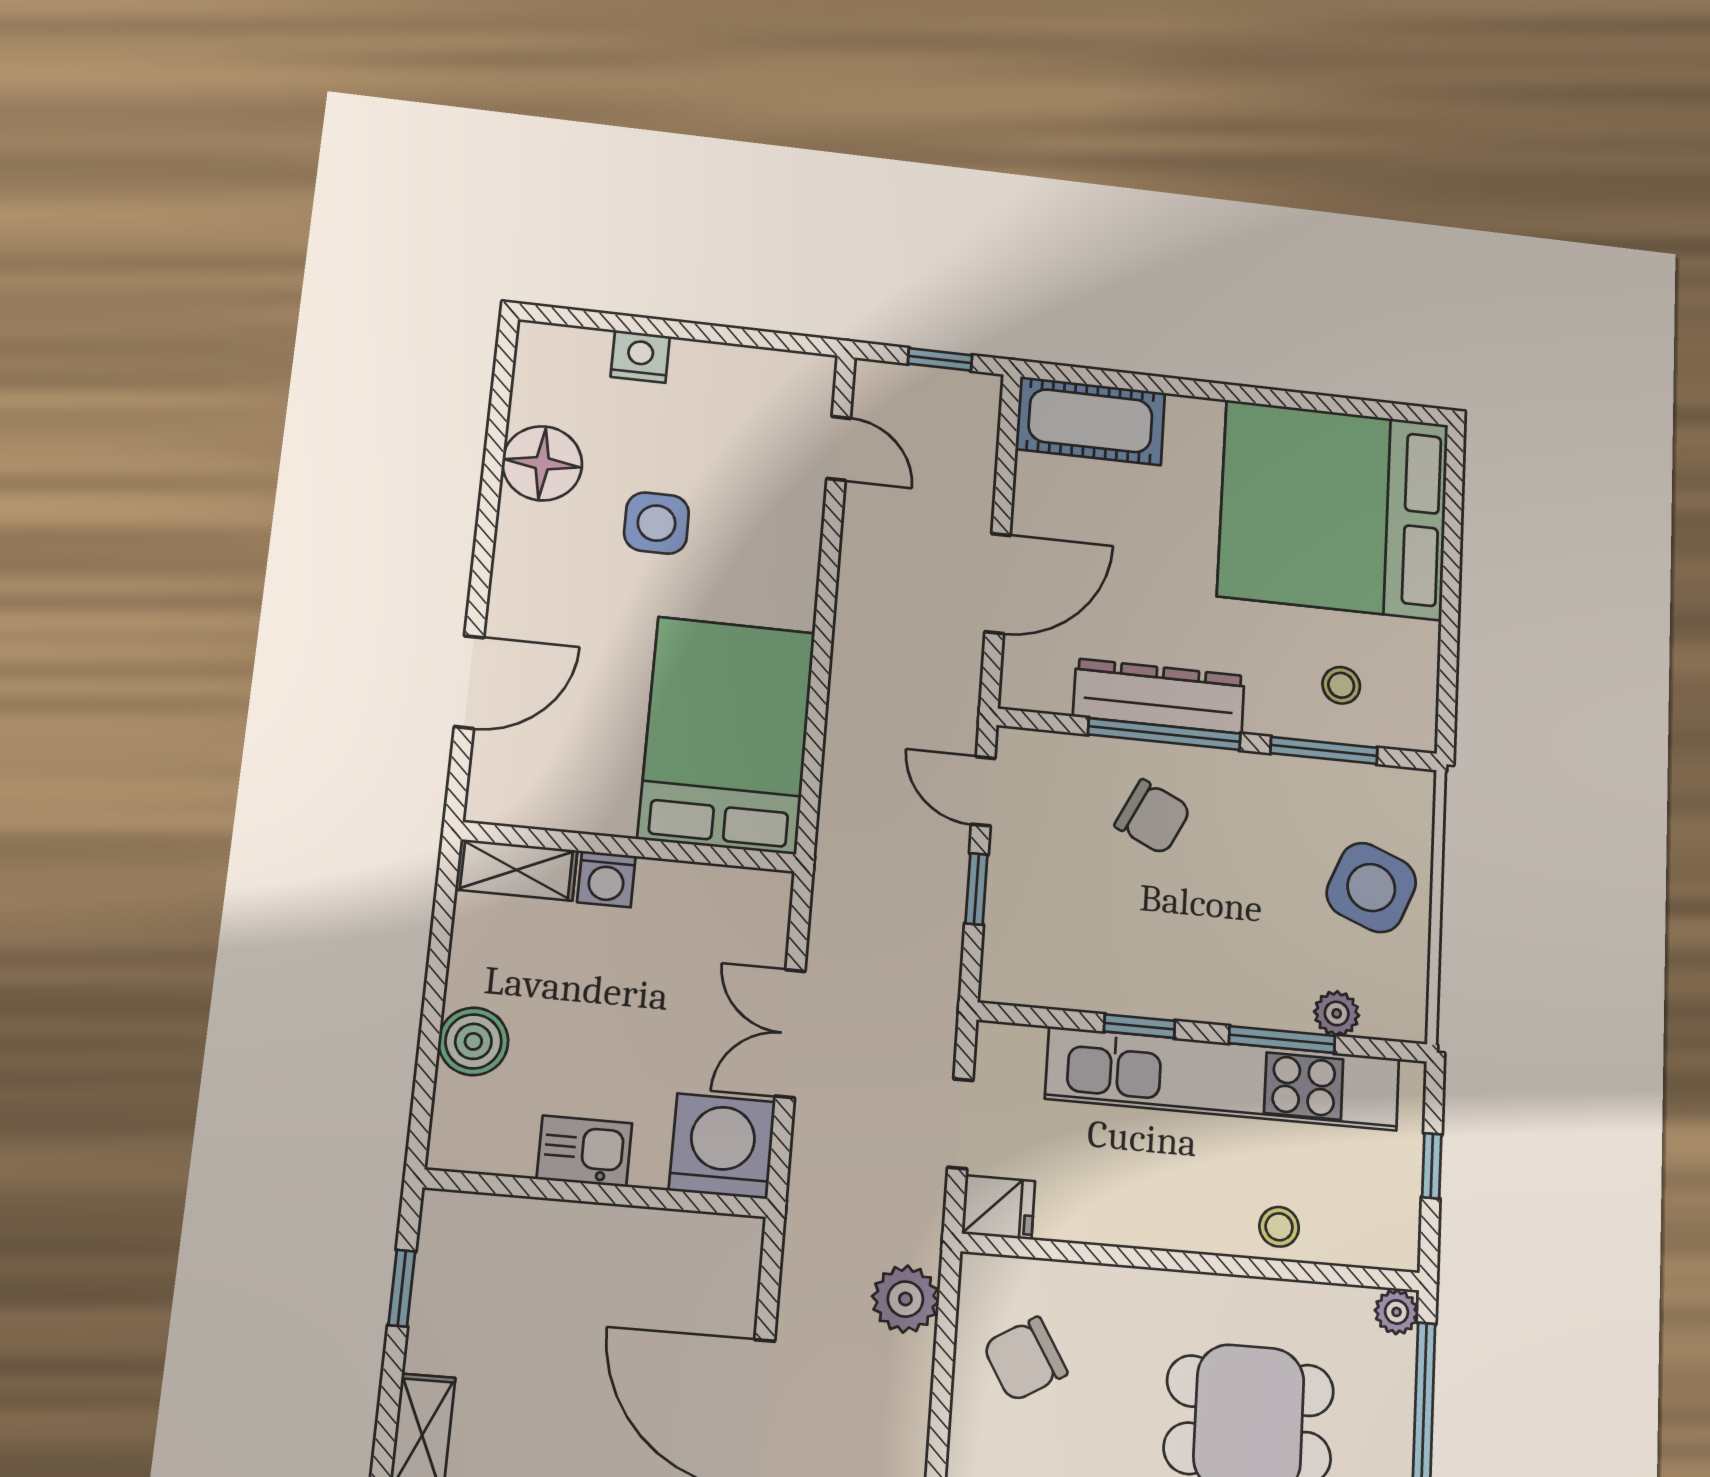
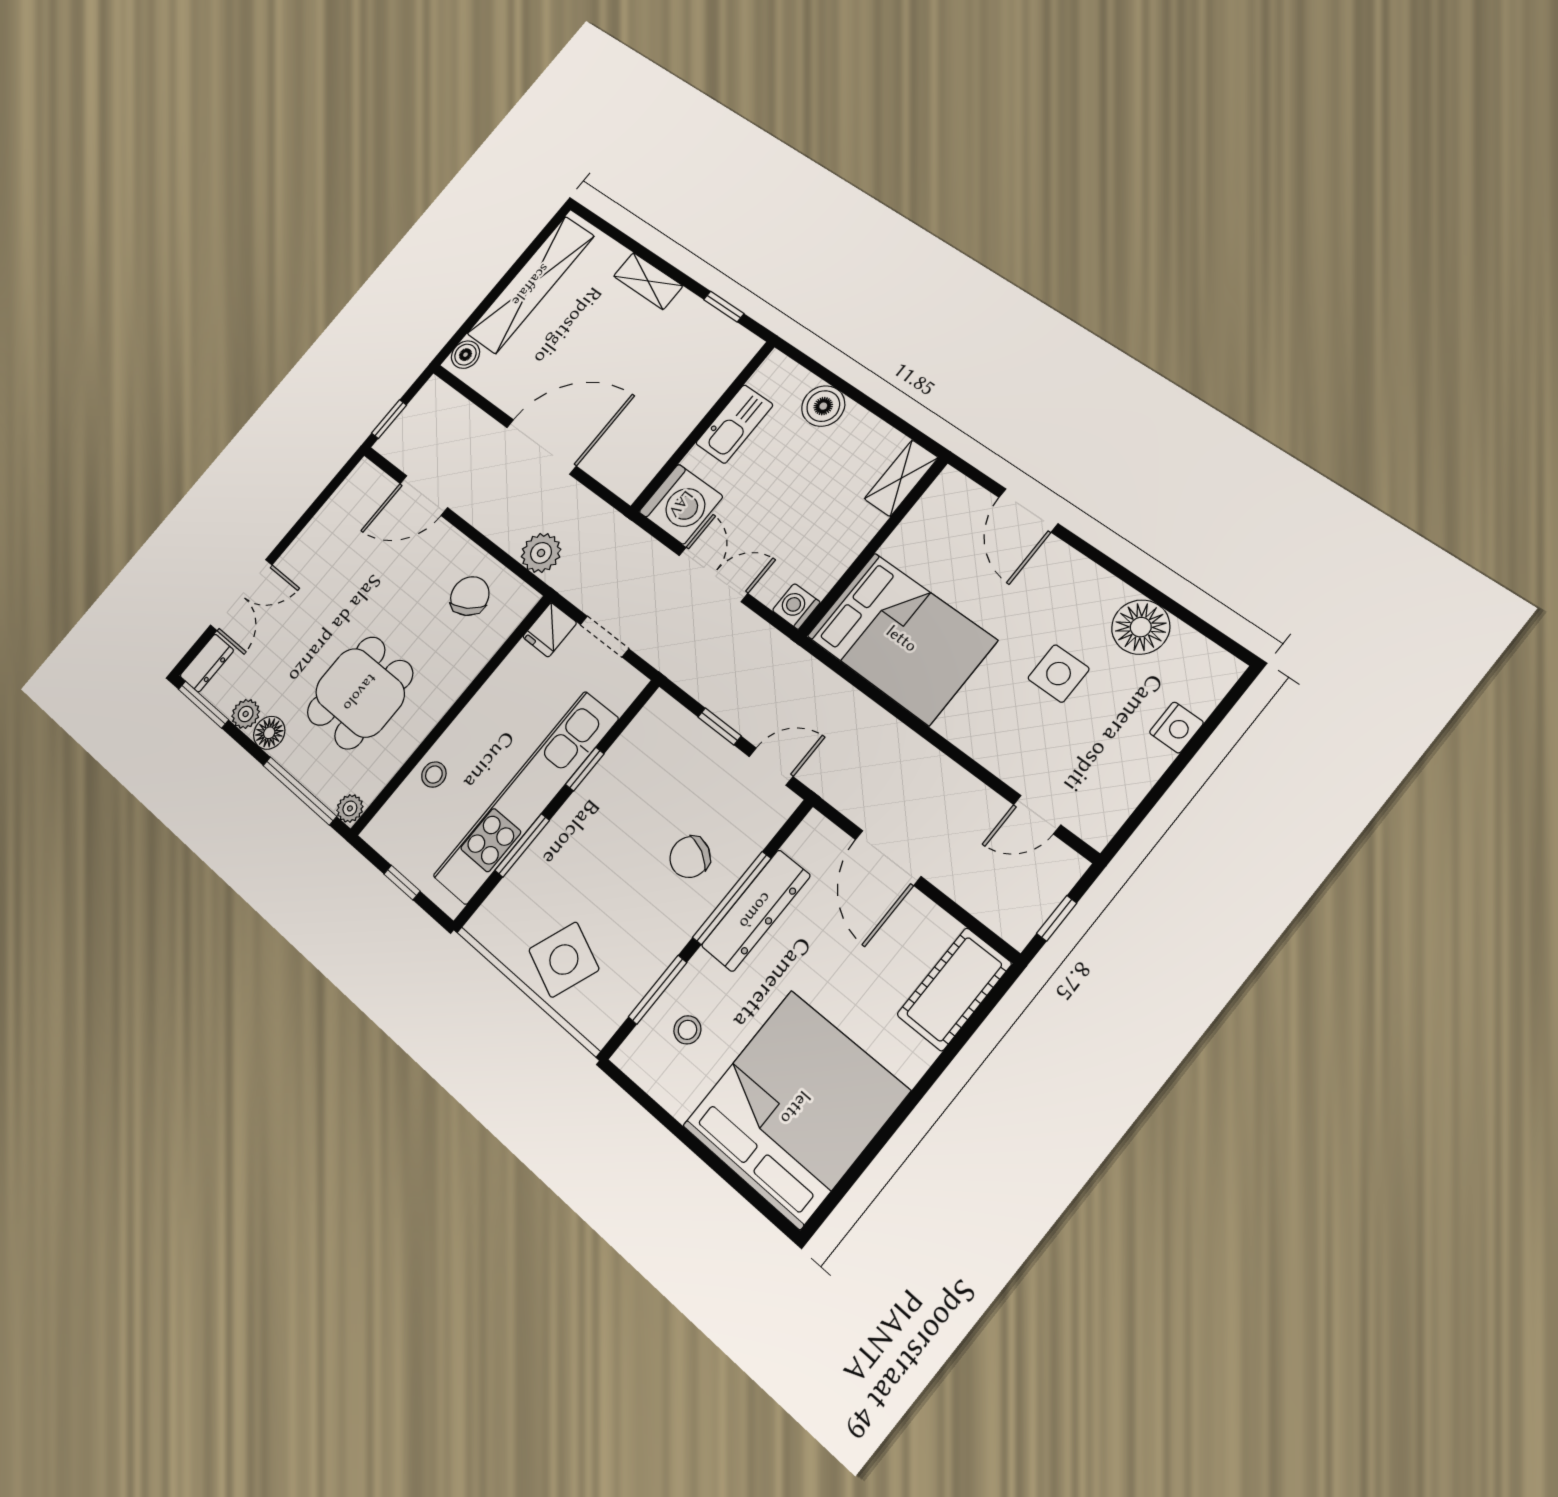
washing machine: (606, 879) -> (796, 606), moved
plant: (1337, 1013) -> (513, 887), removed
kitchen sink: (584, 1151) -> (734, 424), width x1.38

